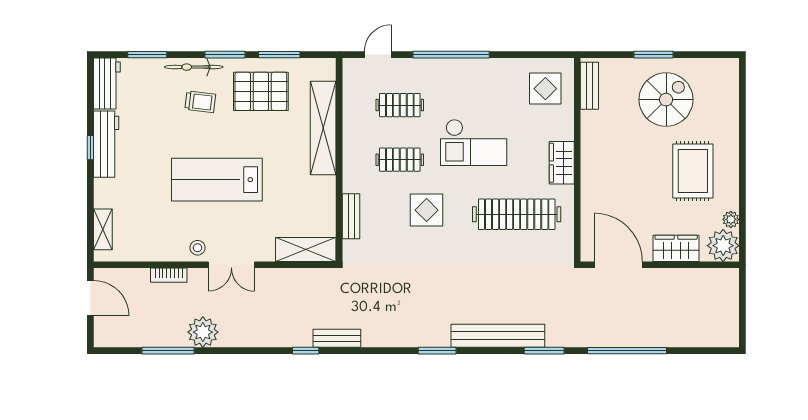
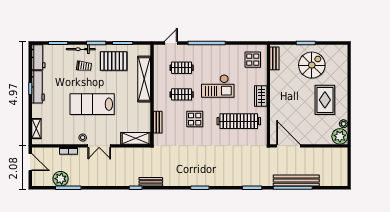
wardrobe: (676, 248) -> (317, 138), removed
plant: (203, 332) -> (61, 179), moved
bench: (498, 336) -> (296, 181), moved

